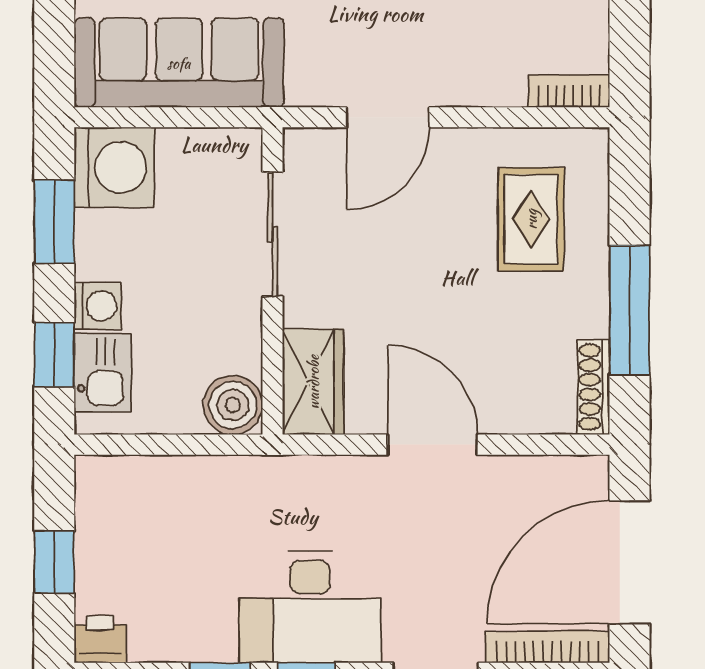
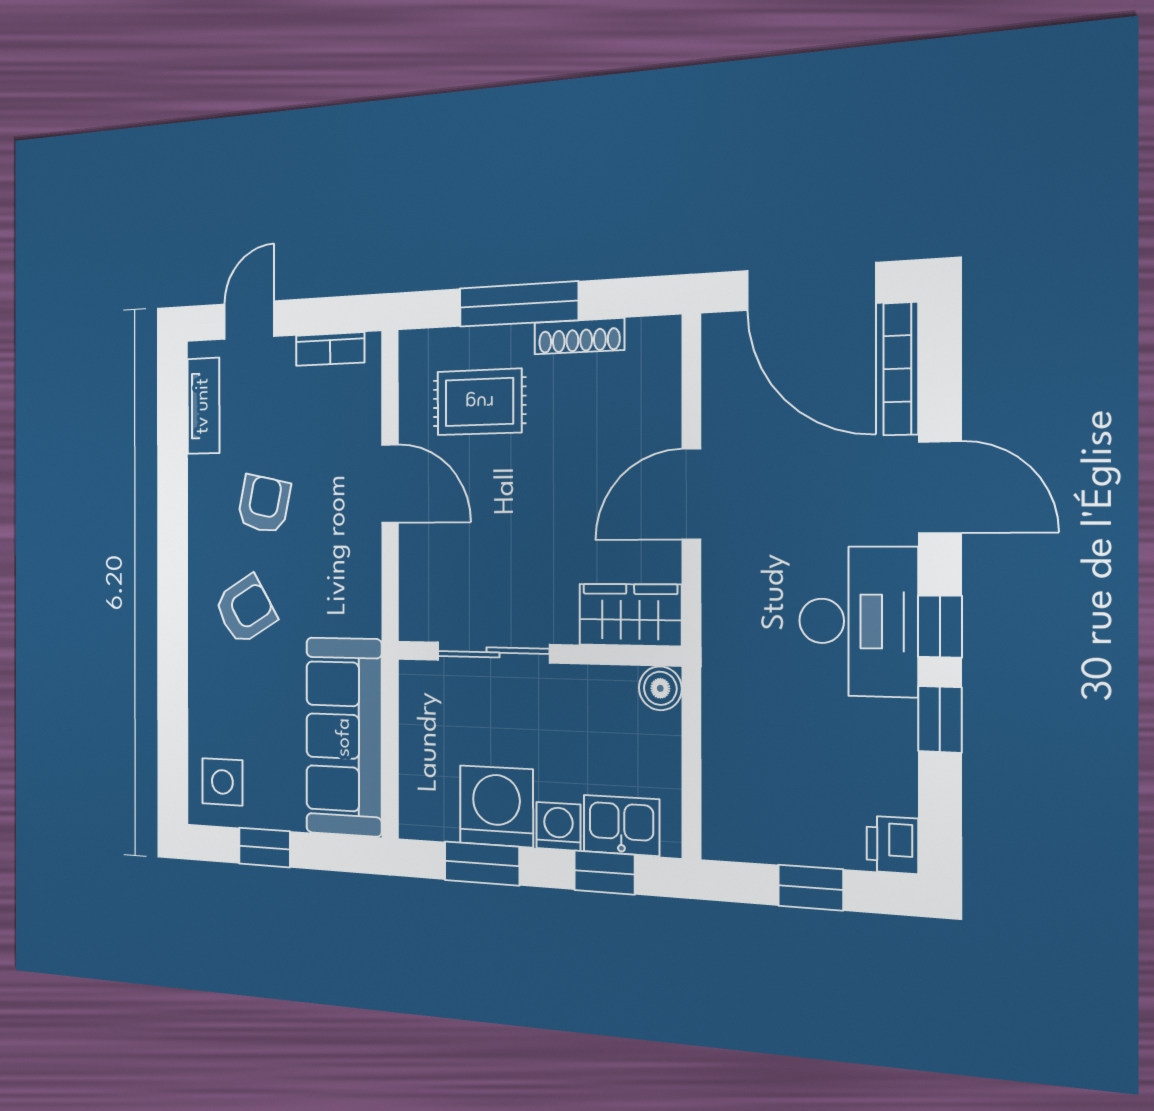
bookcase: (569, 91) -> (330, 349), moved, turned -90
door: (388, 117) -> (390, 484), moved
washing machine: (114, 167) -> (496, 806), moved
window: (630, 310) -> (518, 304), moved
shoe rack: (594, 387) -> (579, 336), moved
boiler: (233, 405) -> (660, 688), width x0.73, depth x0.73

